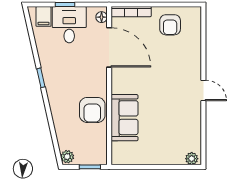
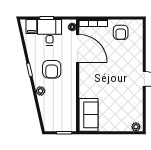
armchair: (92, 110) -> (52, 69), moved
sofa: (124, 118) -> (89, 115), moved
plant: (67, 157) -> (40, 91), moved

